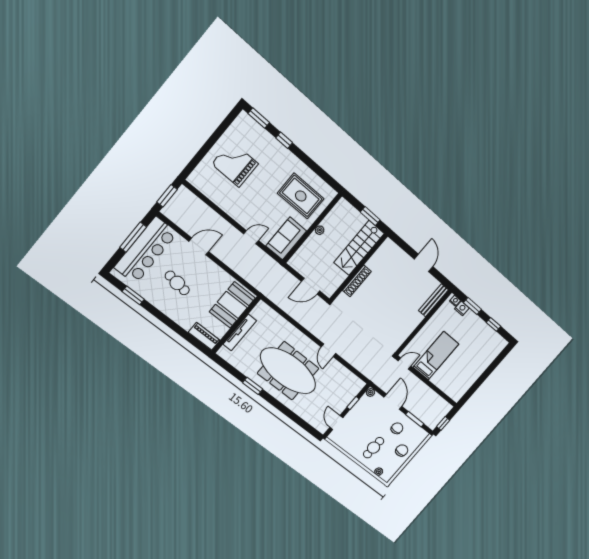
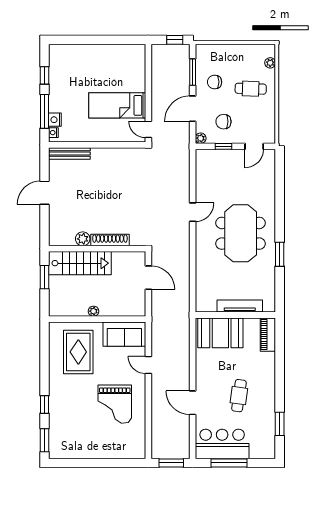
grand piano: (235, 164) -> (115, 404), moved
bar counter: (146, 250) -> (222, 444), width x0.73
plant: (373, 263) -> (83, 239), added
window: (473, 306) -> (45, 111), width x1.44
meeting table: (288, 371) -> (241, 233), width x0.73
chair: (402, 450) -> (223, 122), moved

